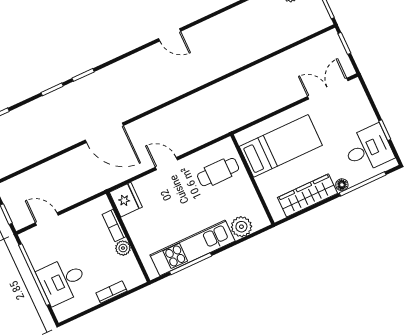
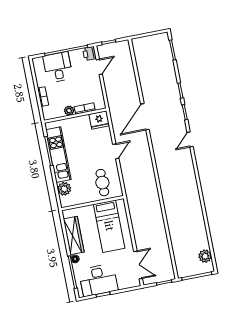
door: (170, 35) -> (190, 139), moved
desk: (368, 149) -> (98, 280), width x1.37
printer: (30, 239) -> (89, 53), added

